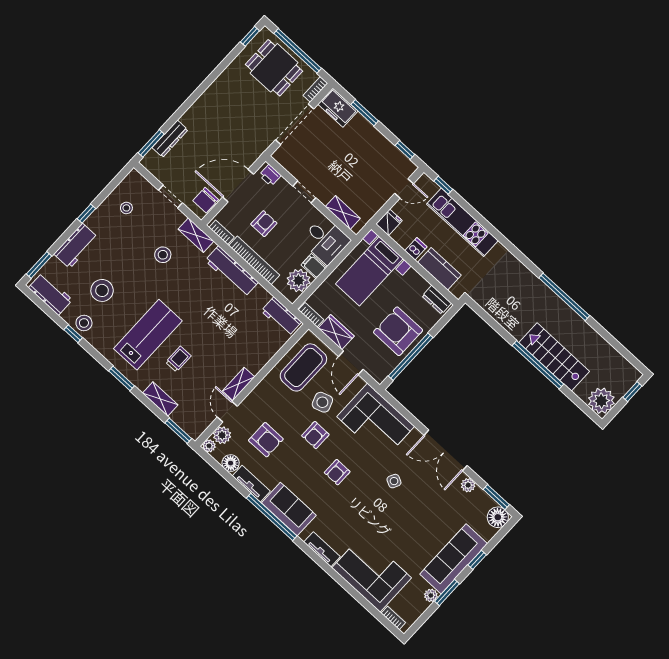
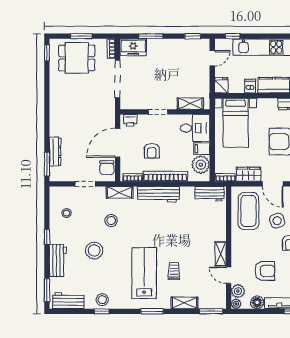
window: (298, 51) -> (81, 36), width x0.47
armchair: (264, 224) -> (152, 151), turned 180
stool: (102, 290) -> (94, 250), moved

